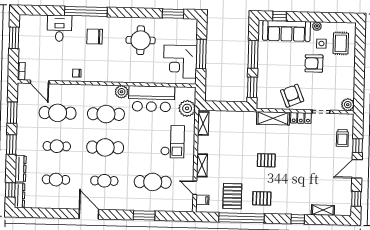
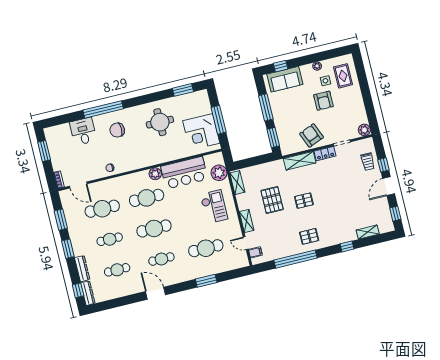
sofa: (287, 31) -> (285, 79), width x0.73
armchair: (314, 63) -> (323, 101), turned -90
pallet: (232, 196) -> (272, 200), moved

